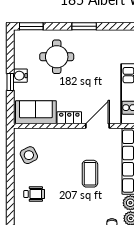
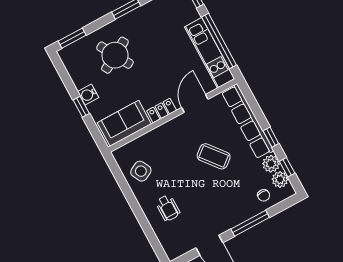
round table: (57, 57) -> (115, 55), turned -30
coffee table: (90, 174) -> (214, 156), turned -39
wheelchair: (34, 194) -> (168, 208), turned 90

